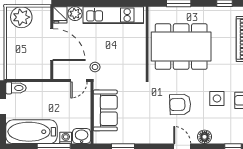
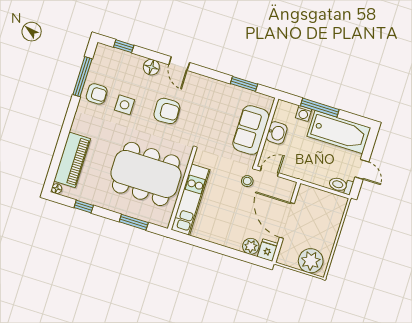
kitchen unit: (113, 15) -> (191, 200), moved, turned 90
washbasin: (82, 136) -> (277, 133), moved, turned -90

